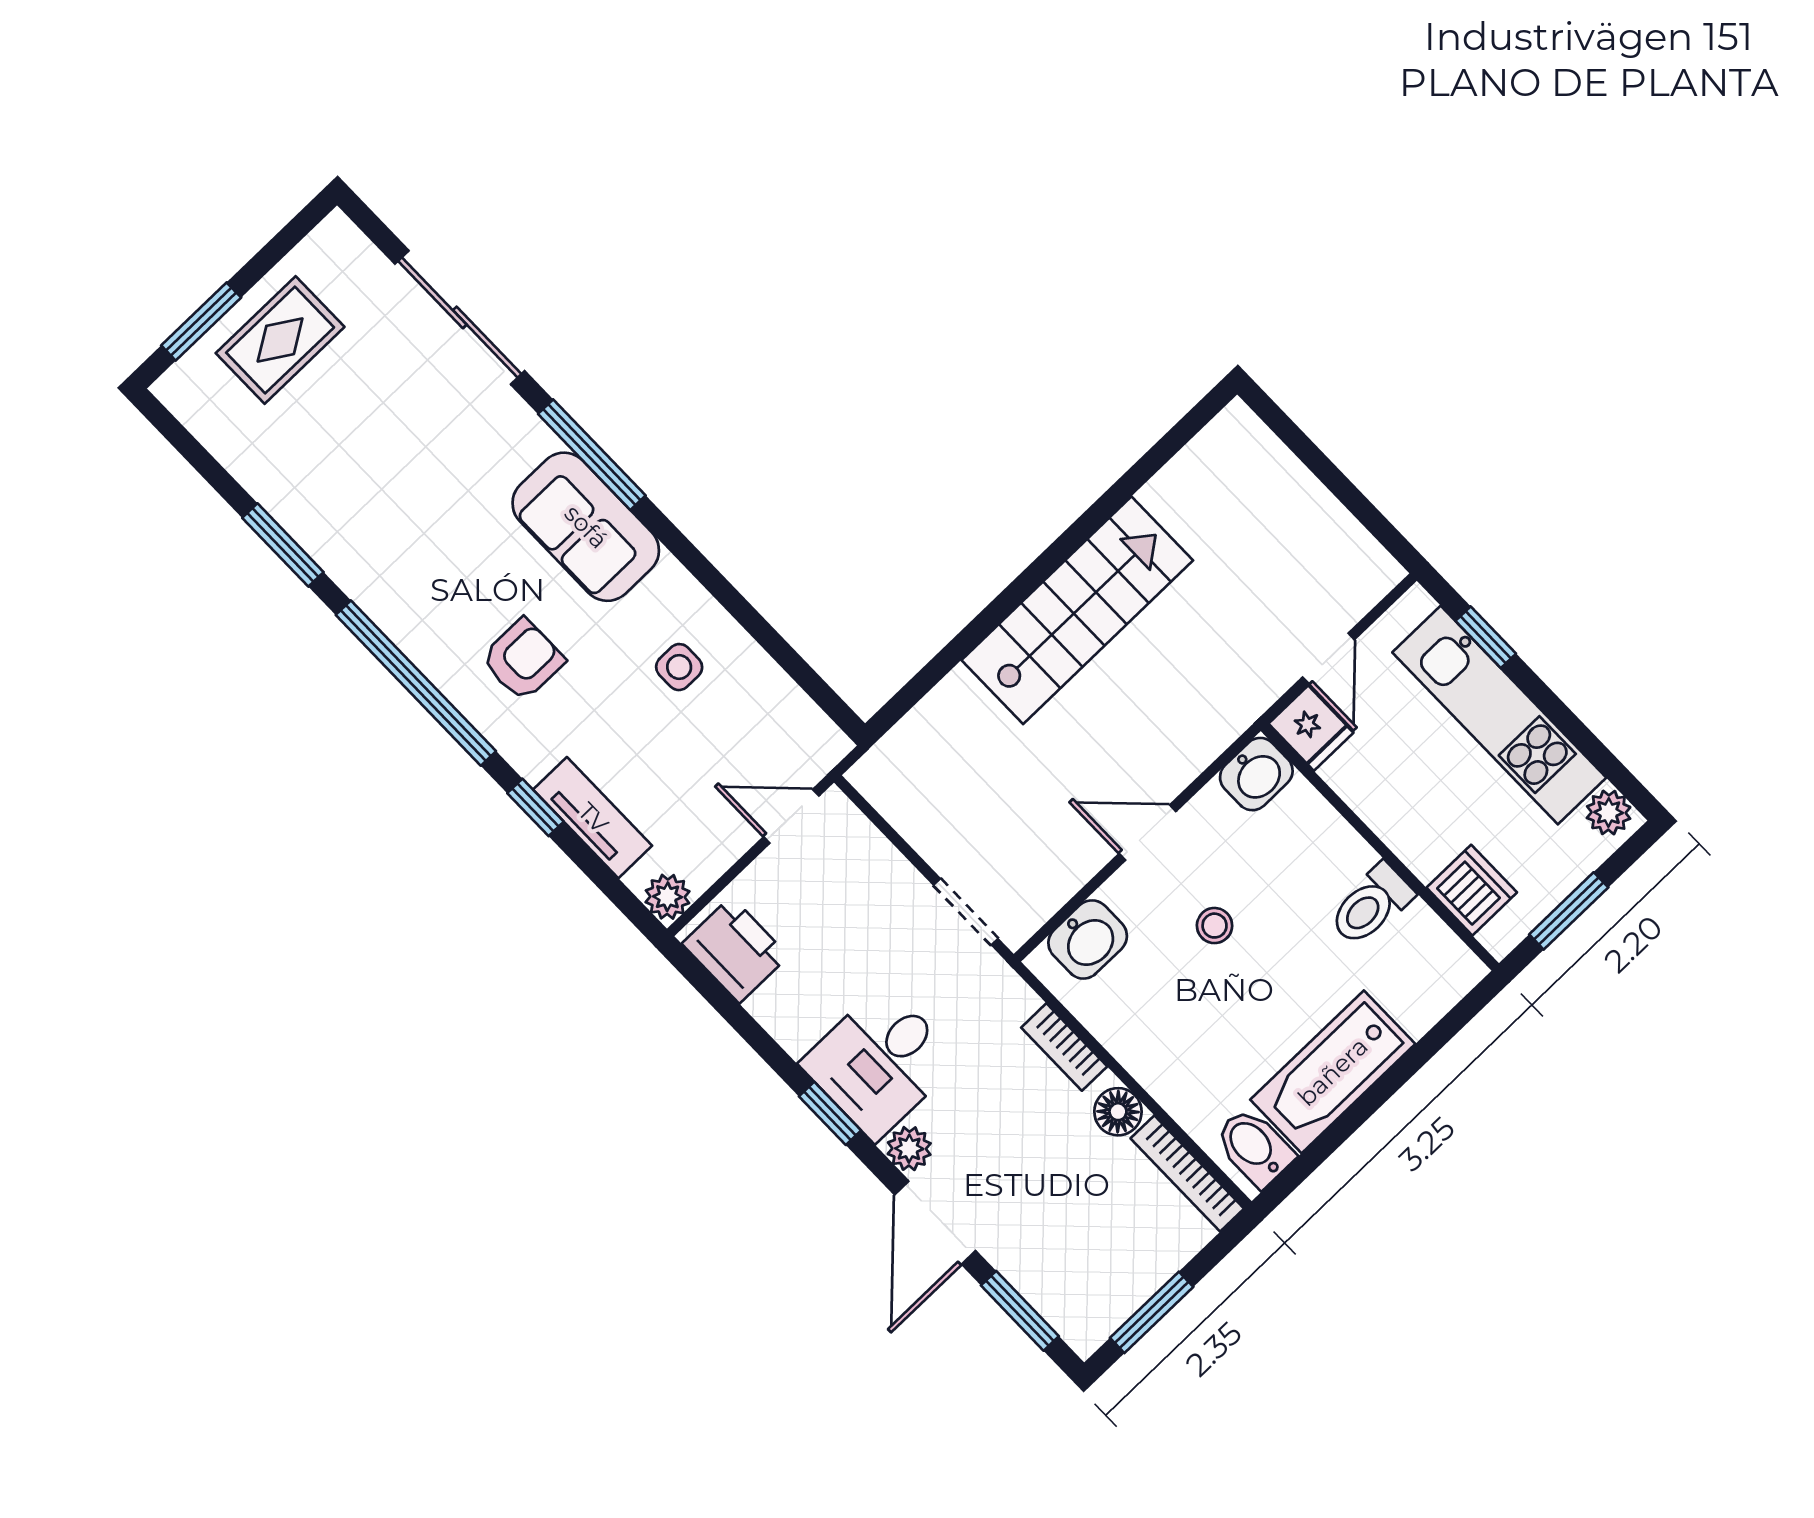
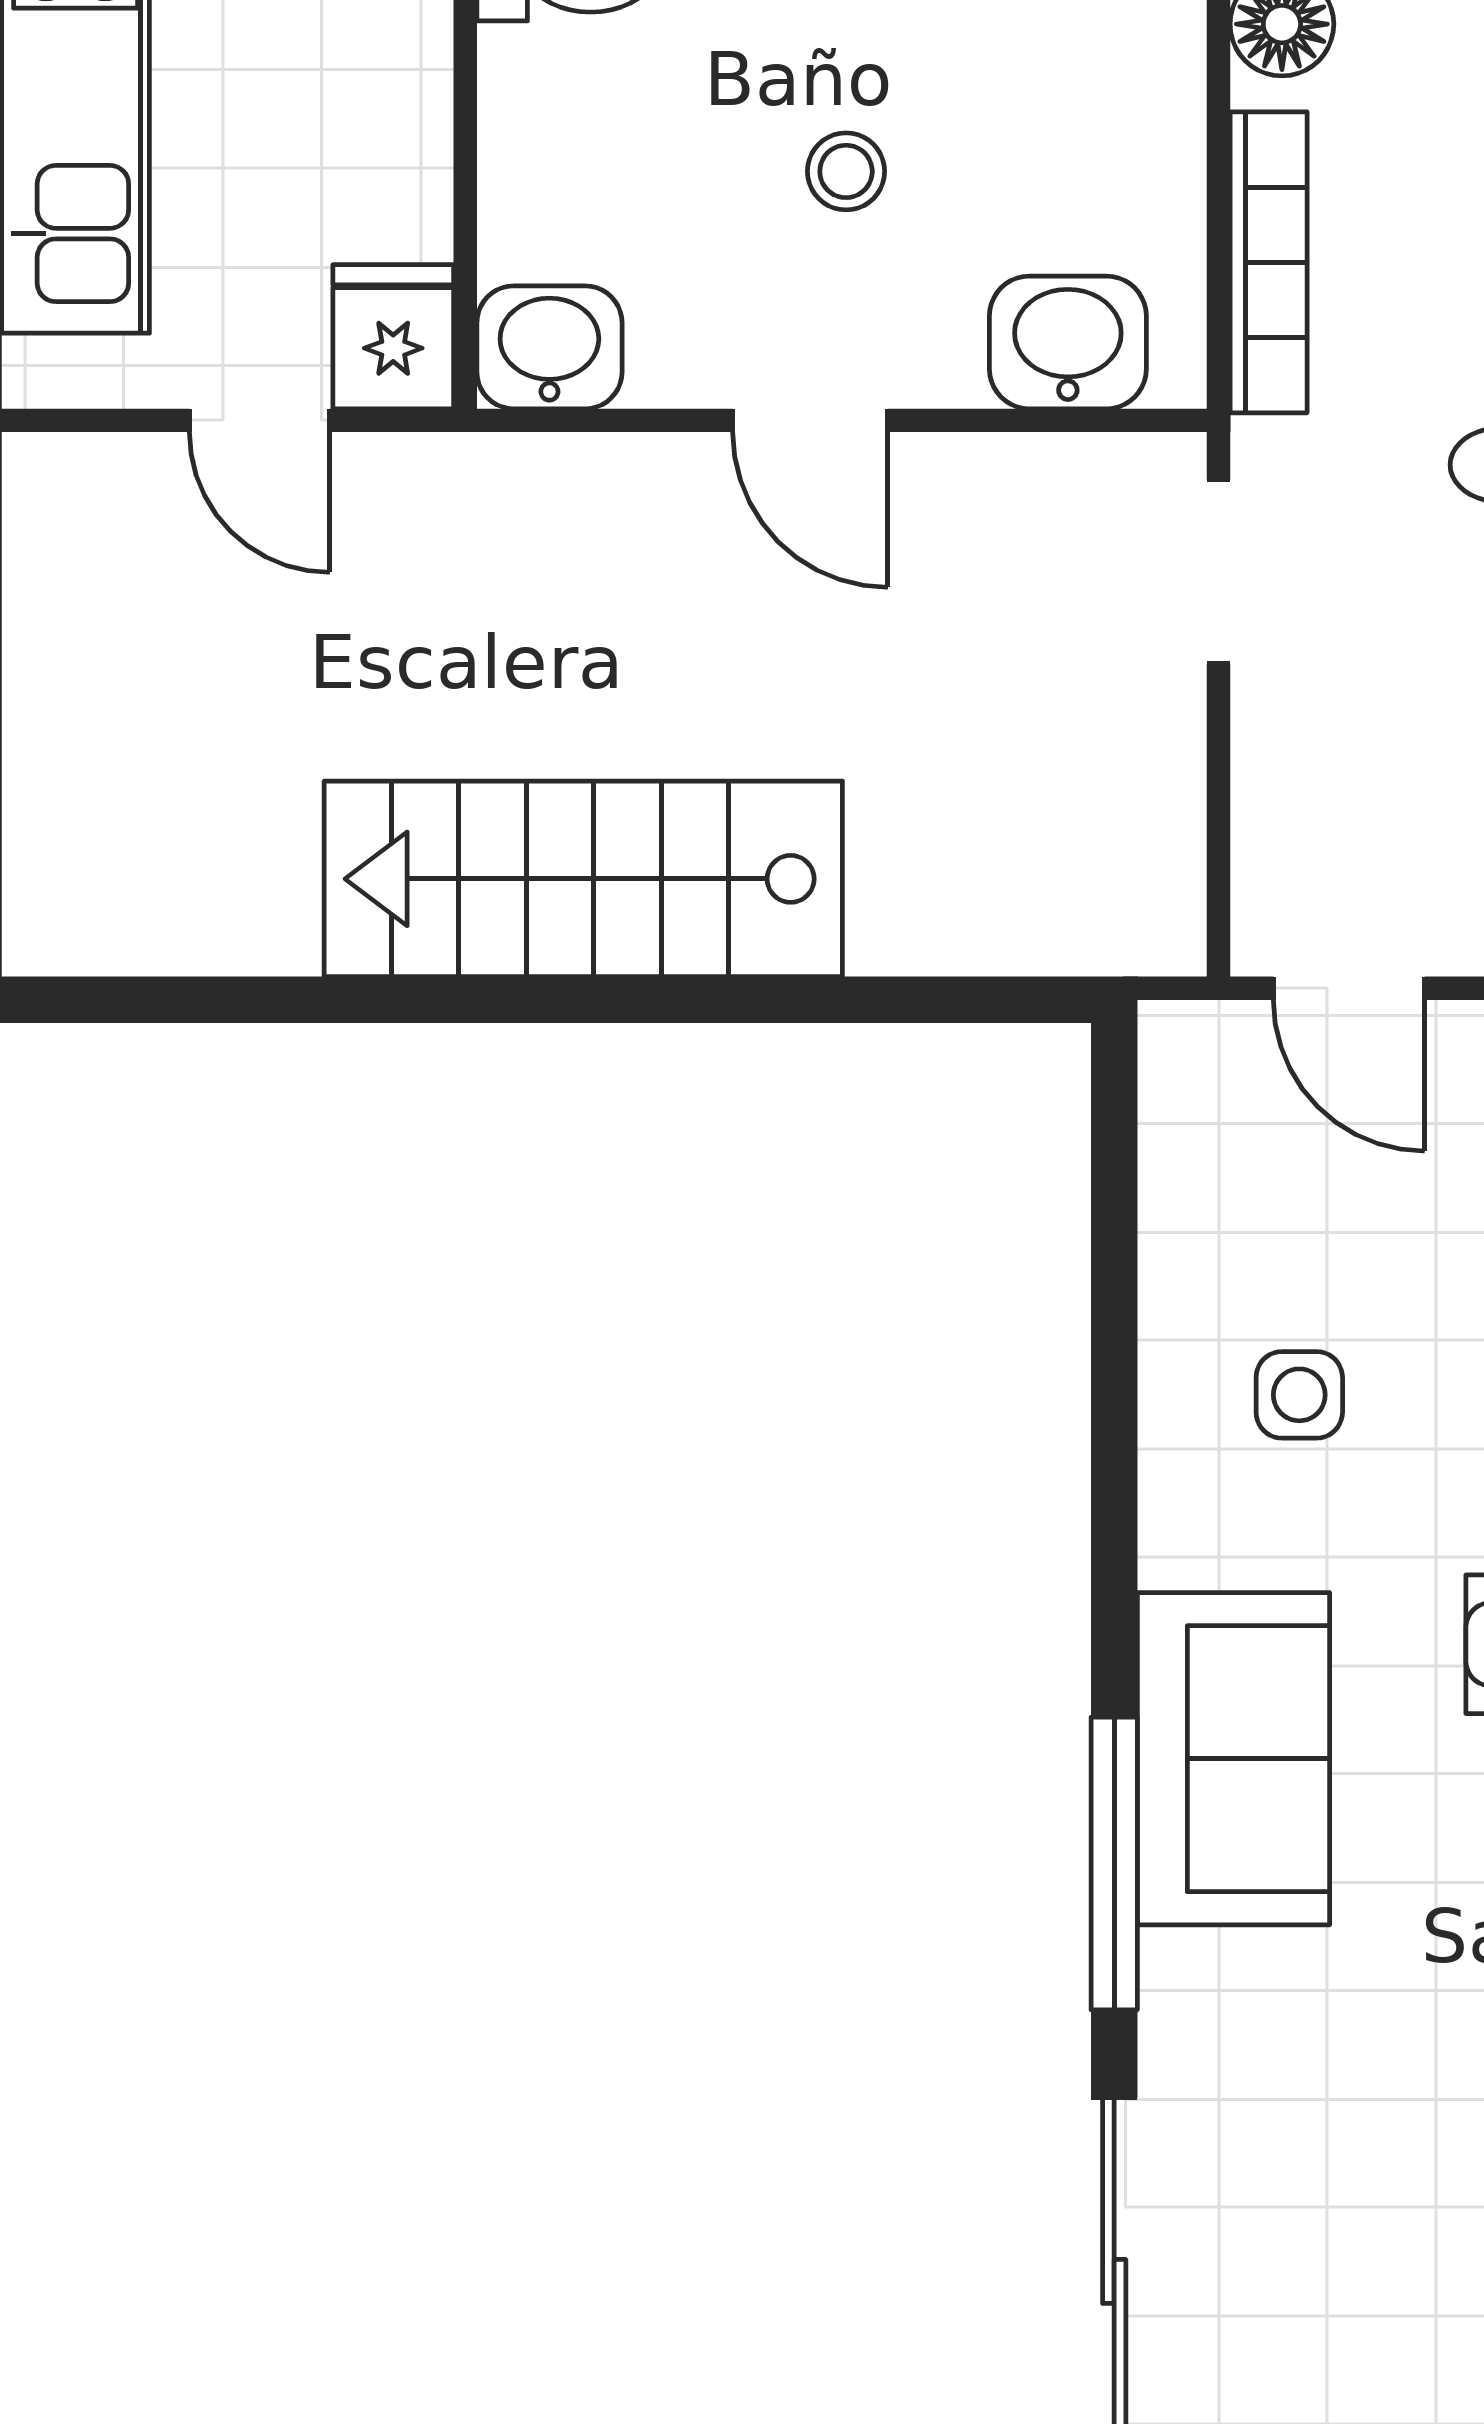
door: (1328, 658) -> (260, 420), swing flipped
bookcase: (1064, 1047) -> (1269, 262), width x1.56

